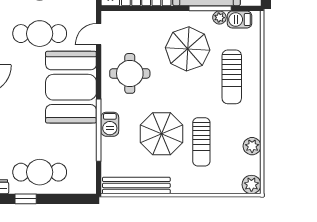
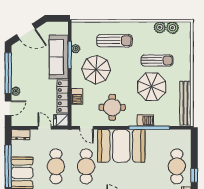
barbecue: (240, 20) -> (77, 97), moved
plant: (251, 185) -> (172, 28), moved

